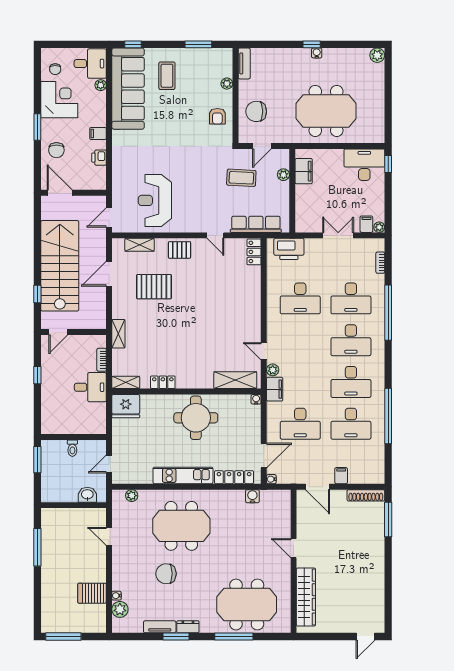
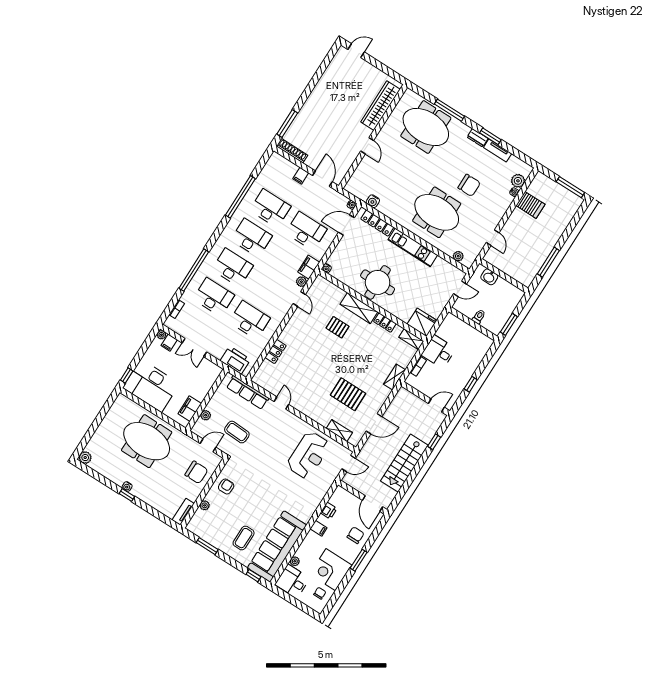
desk: (364, 165) -> (151, 386), width x1.36, depth x1.30
pallet: (180, 250) -> (338, 327), moved
locker: (254, 252) -> (276, 351), moved
stairs: (60, 266) -> (404, 463), width x0.73, depth x0.66
shelving: (235, 380) -> (359, 308), moved

